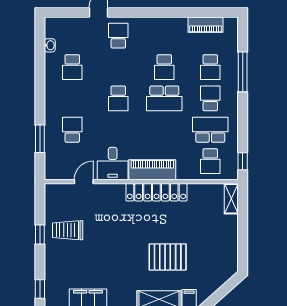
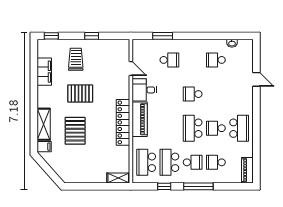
piano: (206, 25) -> (247, 170), moved
school desk: (118, 36) -> (239, 128), moved, width x1.85
window: (243, 72) -> (198, 186), moved
school desk: (210, 130) -> (169, 162), turned 180
school desk: (210, 161) -> (146, 162), width x1.85
window: (243, 161) -> (164, 186), moved
trolley: (68, 230) -> (76, 59), moved
pallet: (118, 250) -> (80, 94), added

